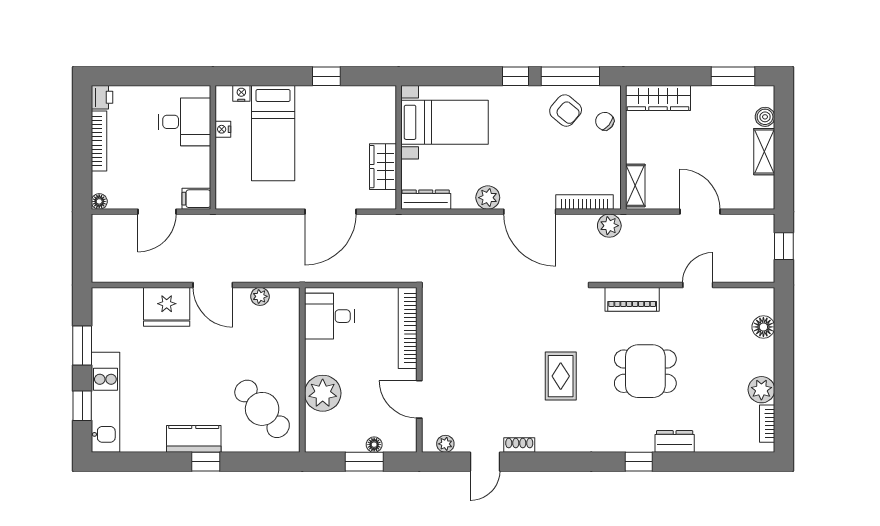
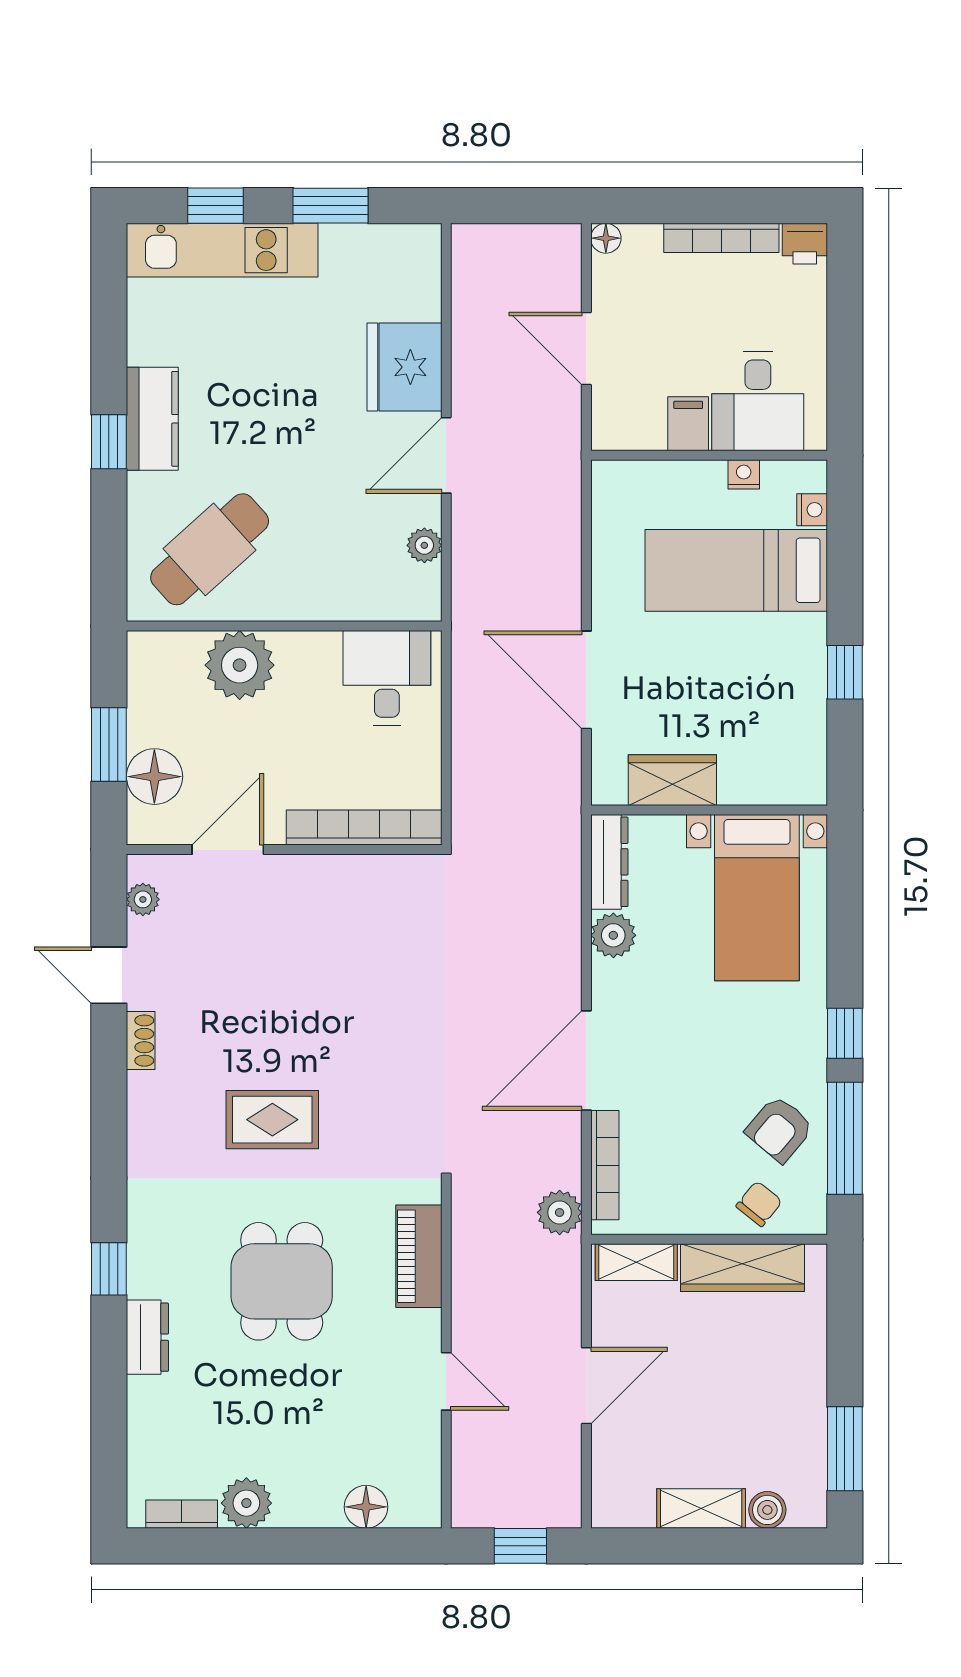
wardrobe: (658, 98) -> (743, 1268), moved, turned -90
plant: (488, 198) -> (613, 935), moved
filing cabinet: (196, 199) -> (688, 424), moved
floor lamp: (374, 445) -> (154, 777), width x1.89, depth x1.89

